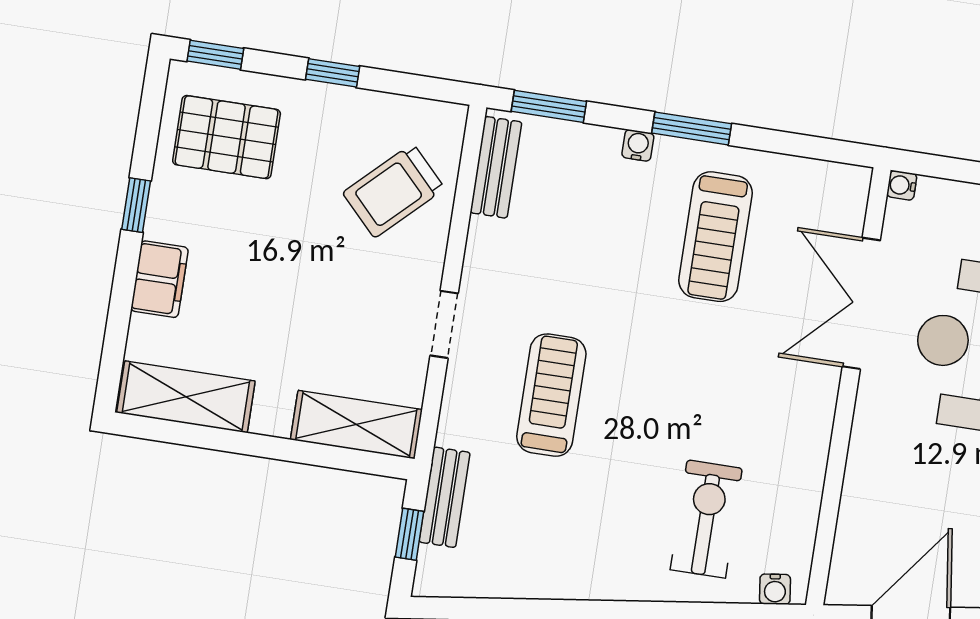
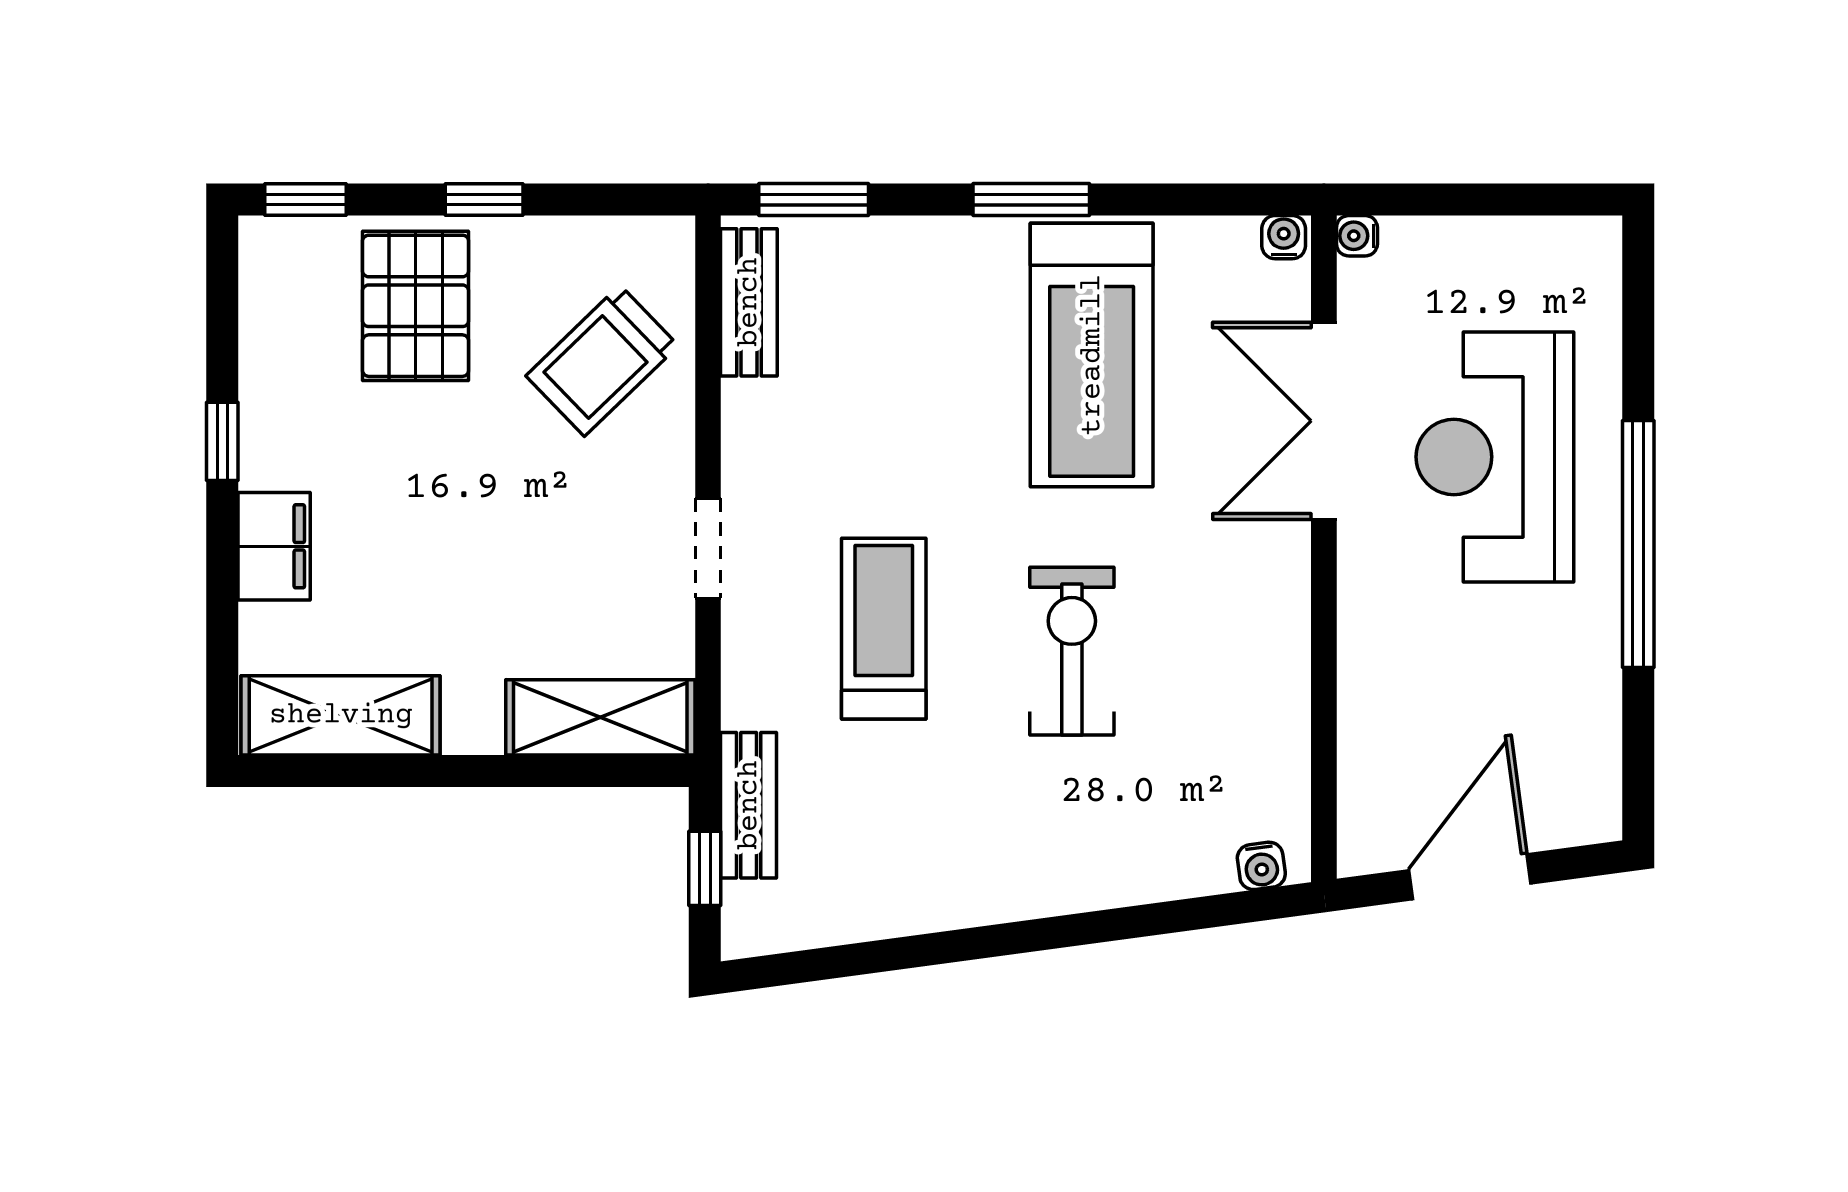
pallet: (227, 137) -> (416, 306), moved, turned 90
water cooler: (638, 145) -> (1284, 237), moved
treadmill: (715, 237) -> (1092, 355), width x1.37, depth x1.38
exercise bike: (706, 519) -> (1072, 651), moved

